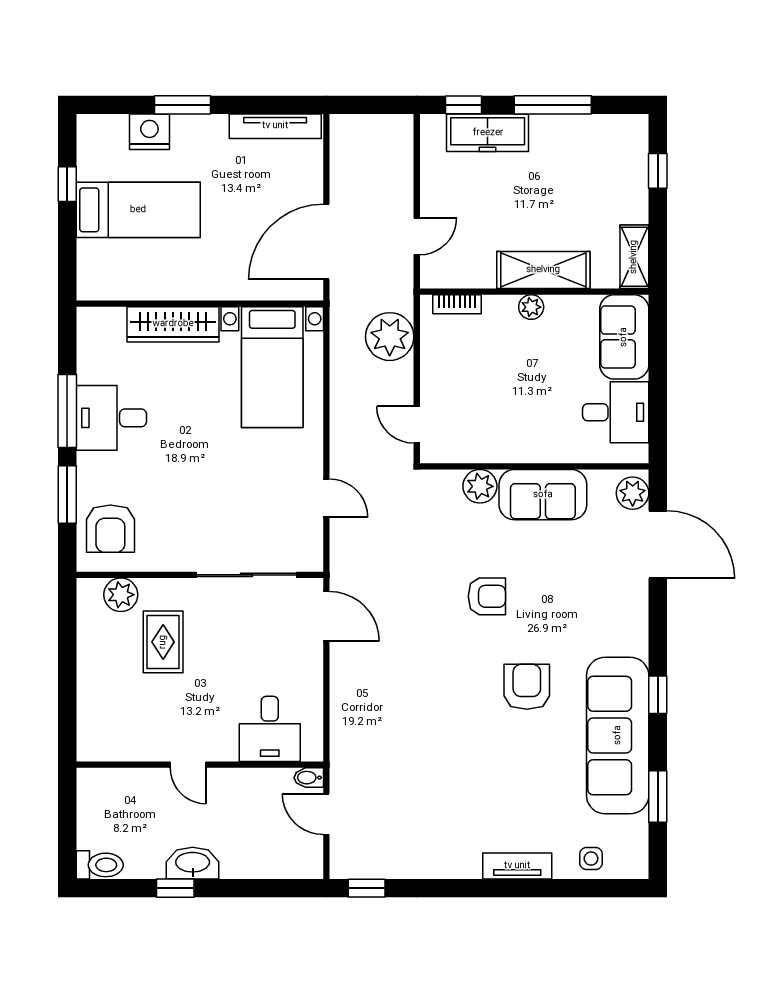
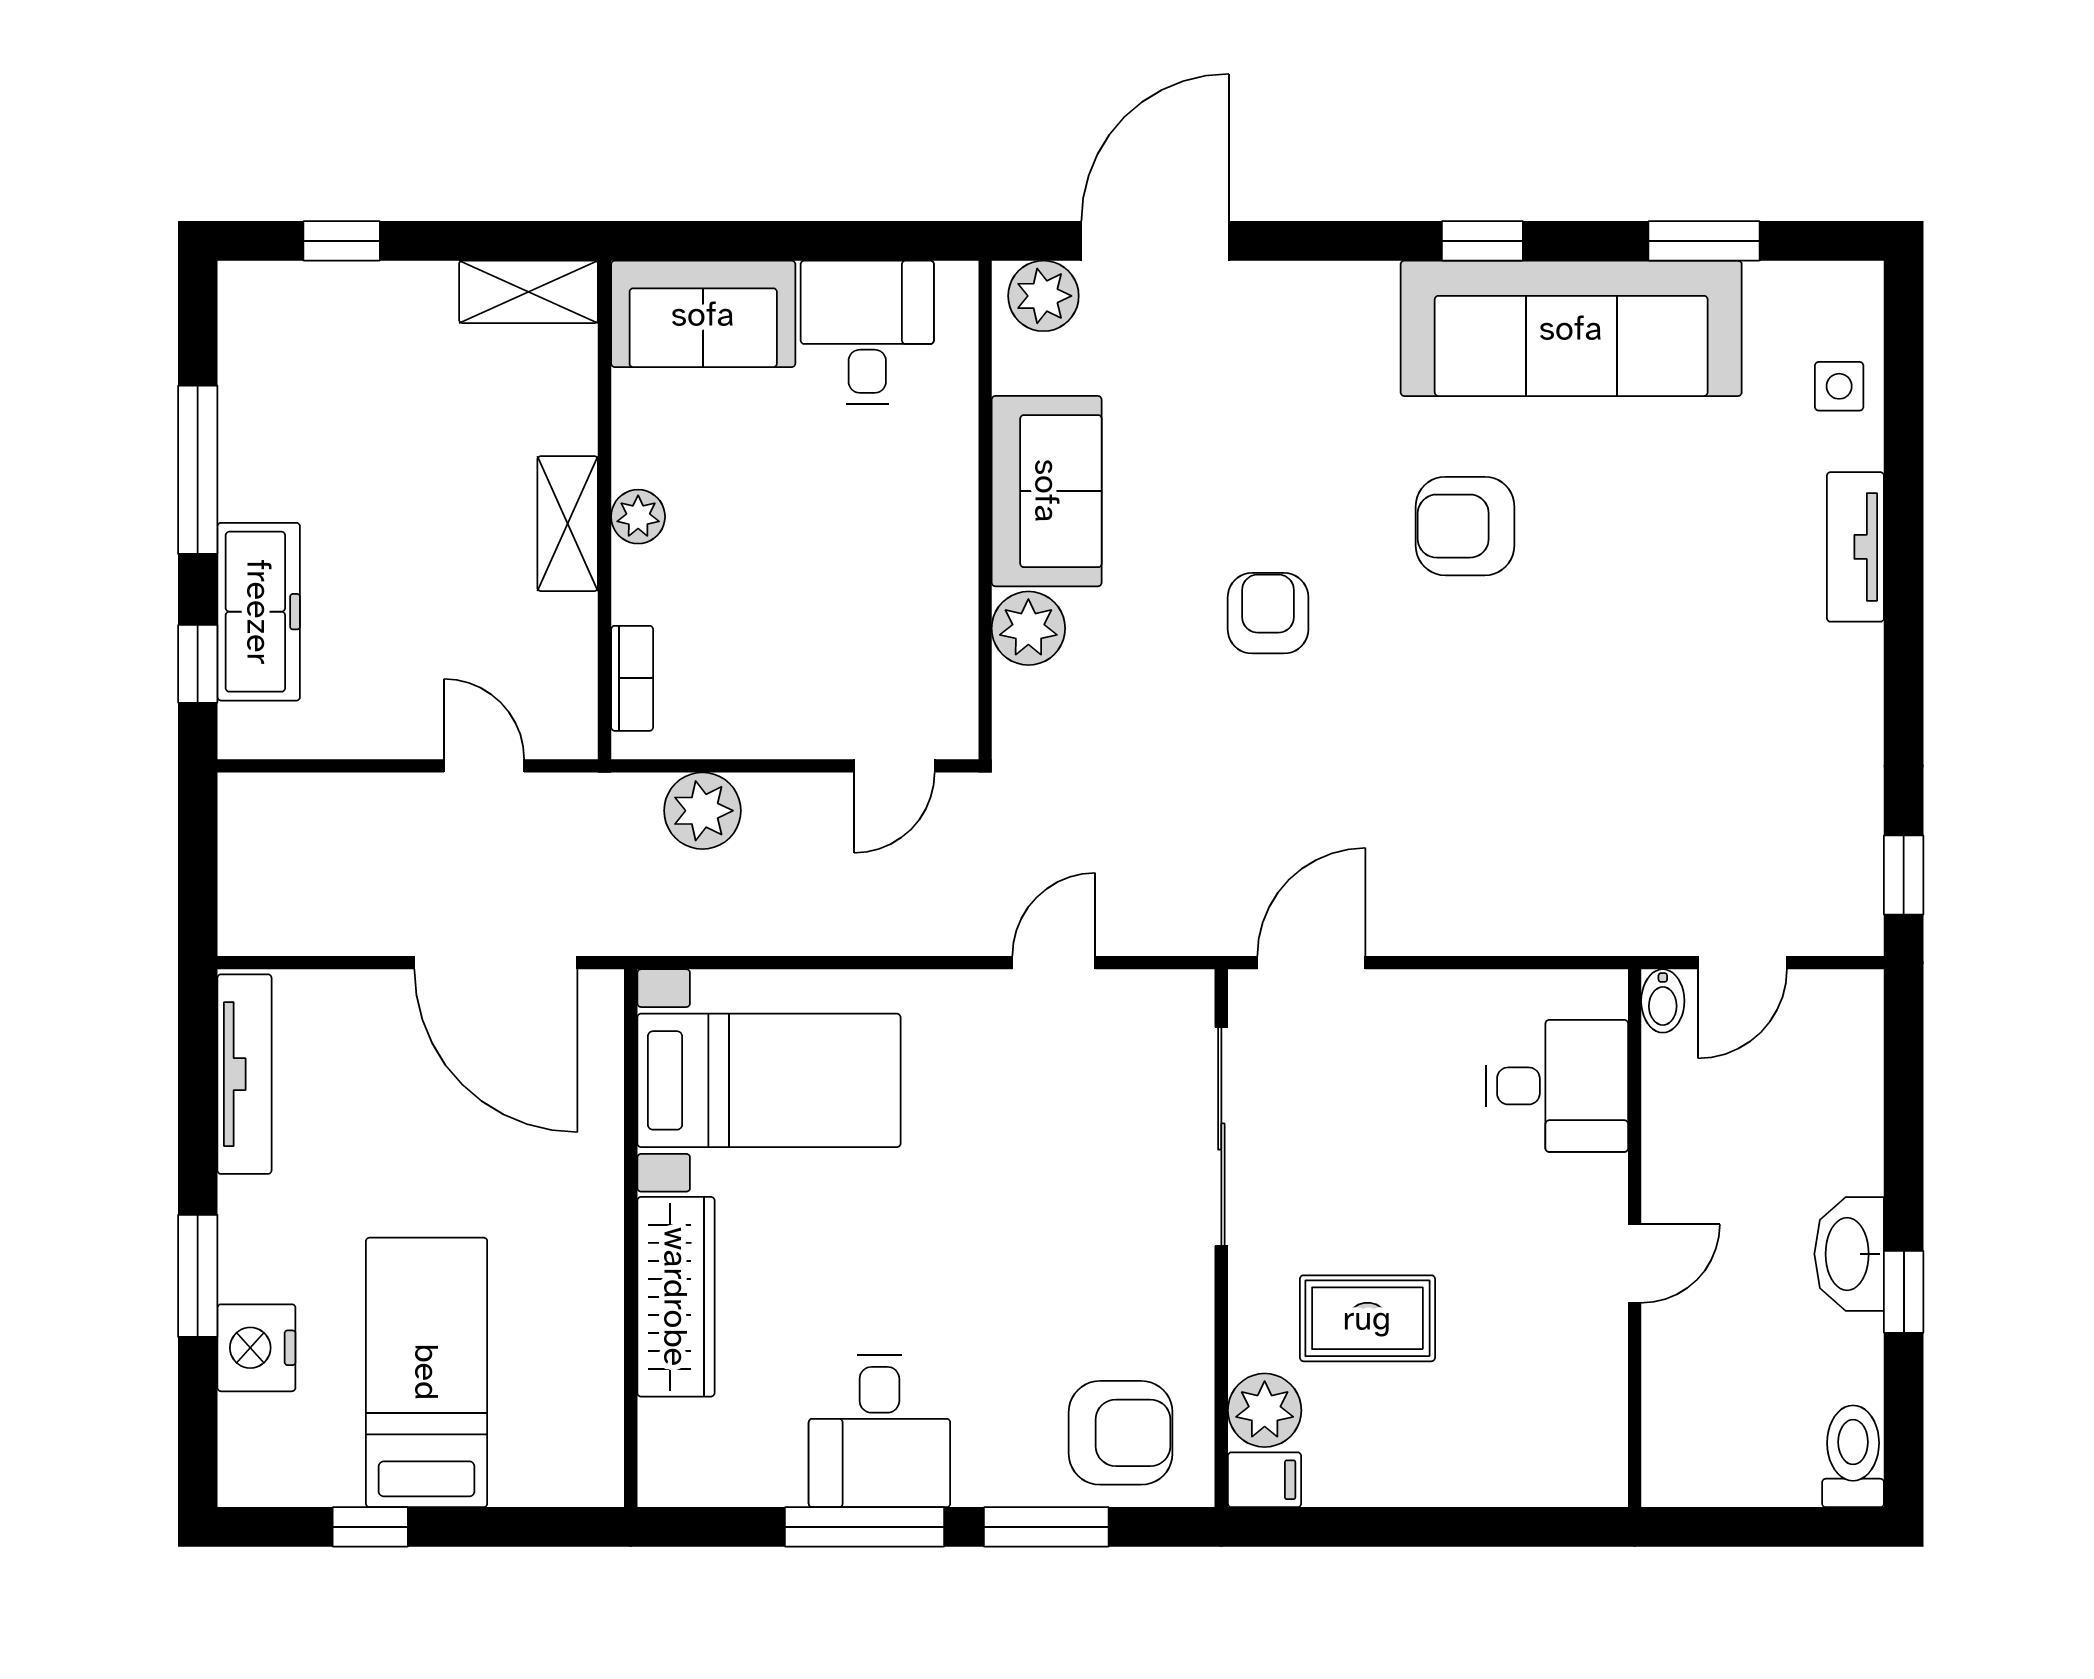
shelving: (543, 270) -> (568, 524), width x0.67, depth x0.75
plant: (390, 337) -> (702, 811), width x0.73, depth x0.73
filing cabinet: (89, 595) -> (1264, 1480), added

